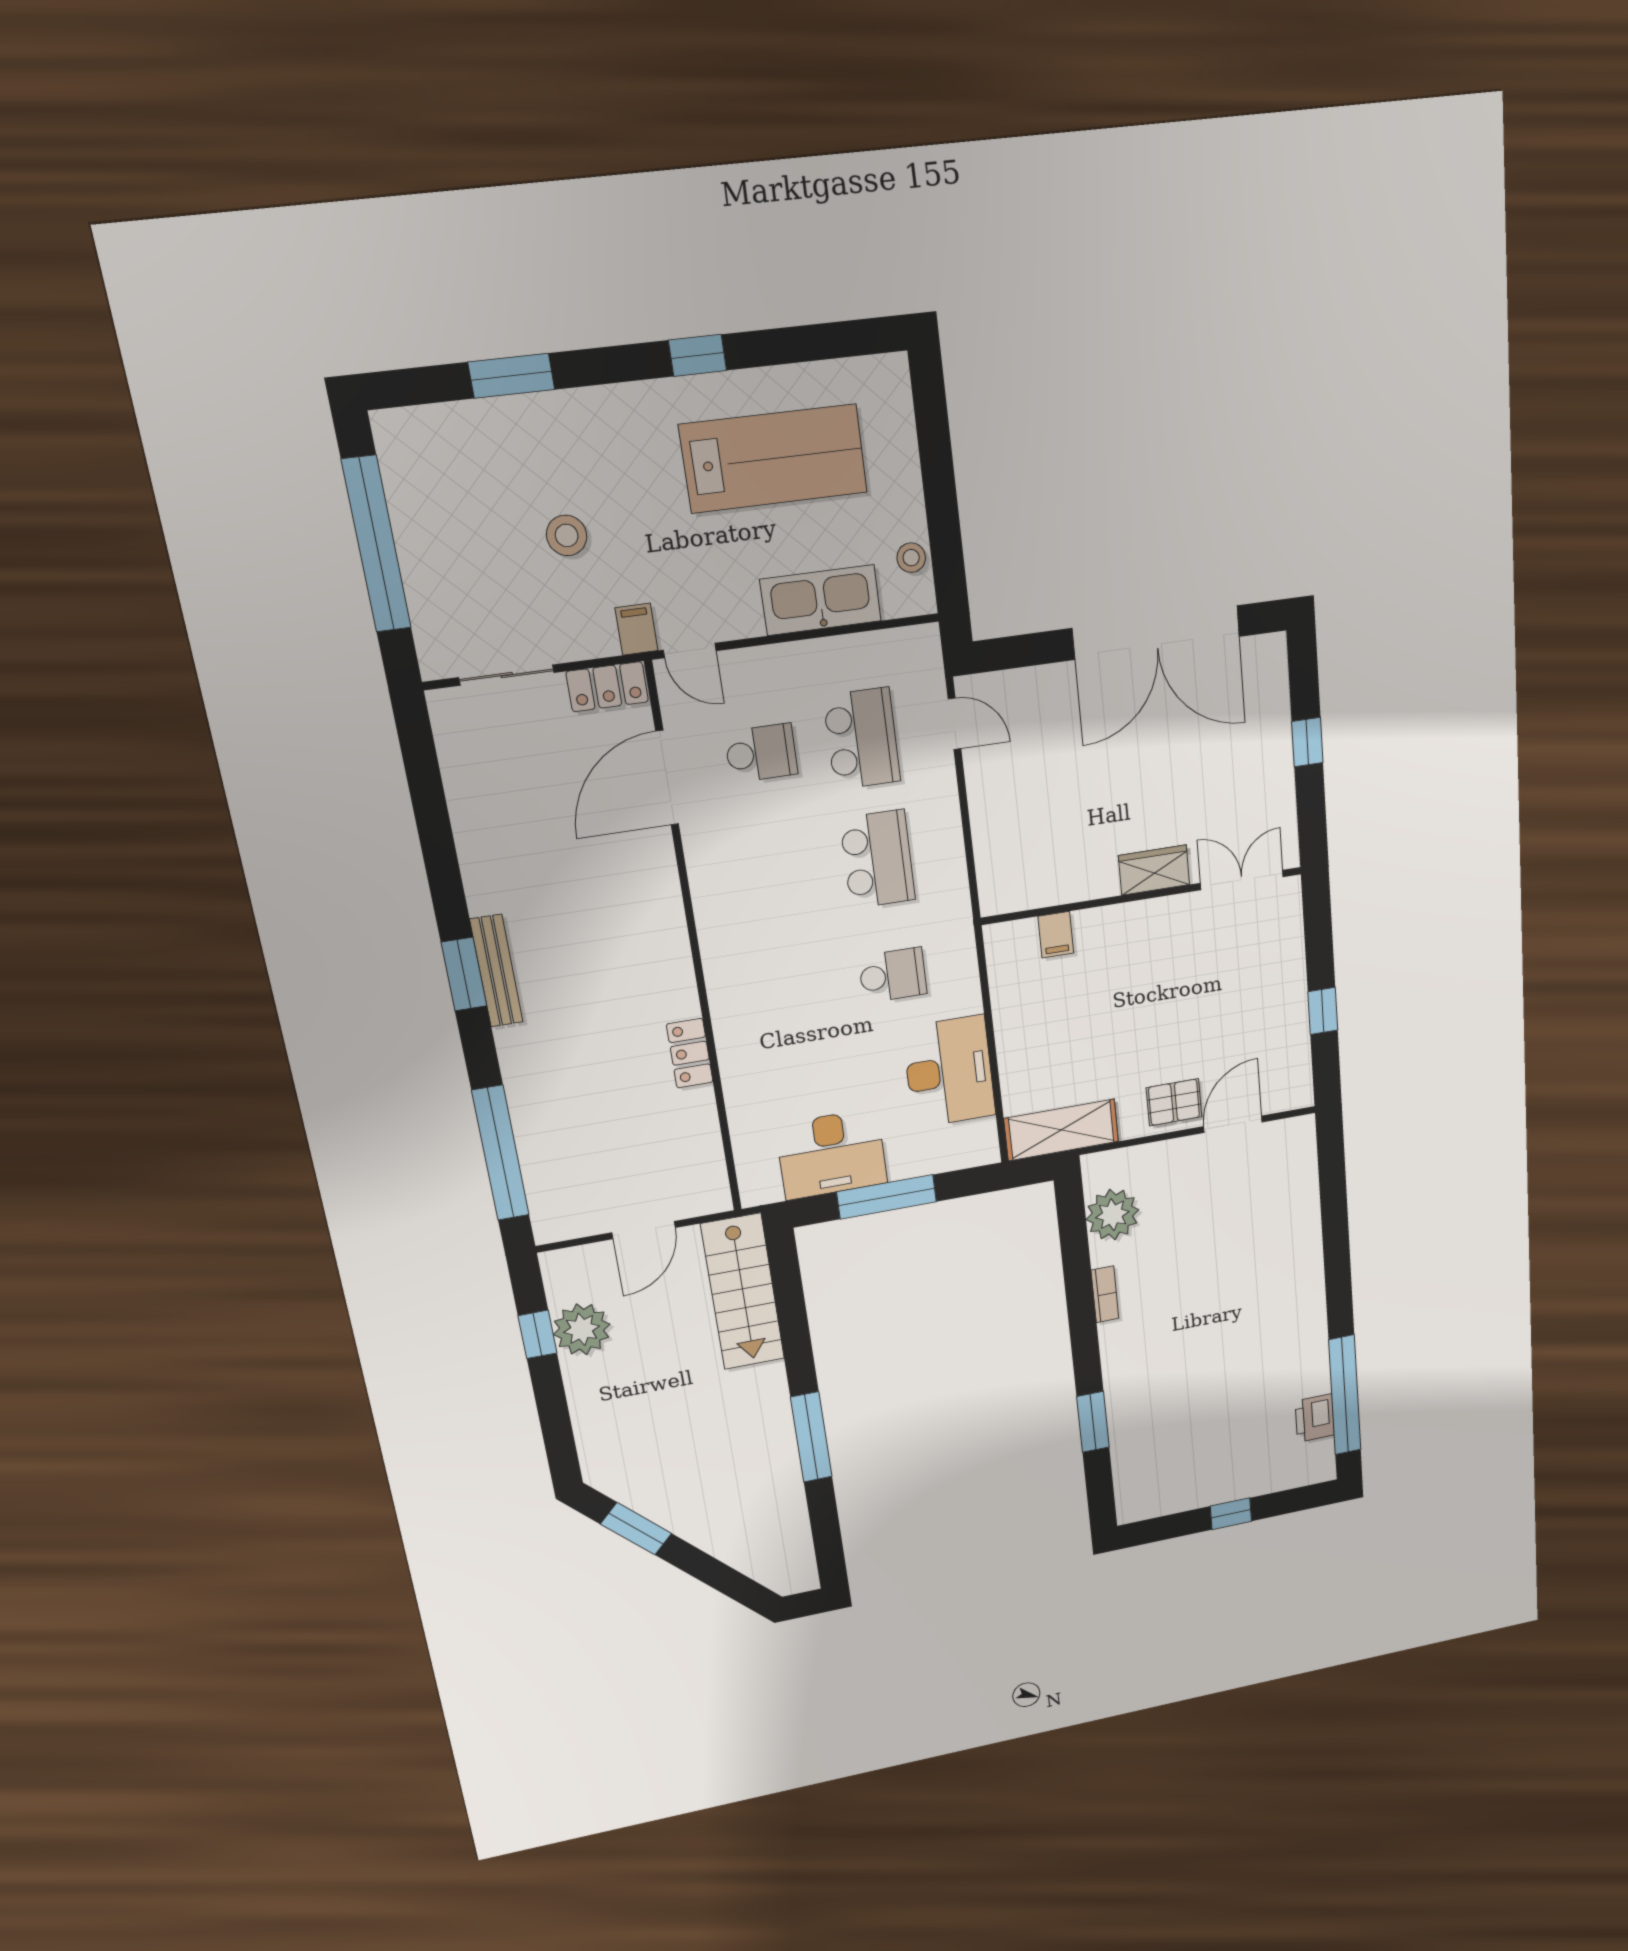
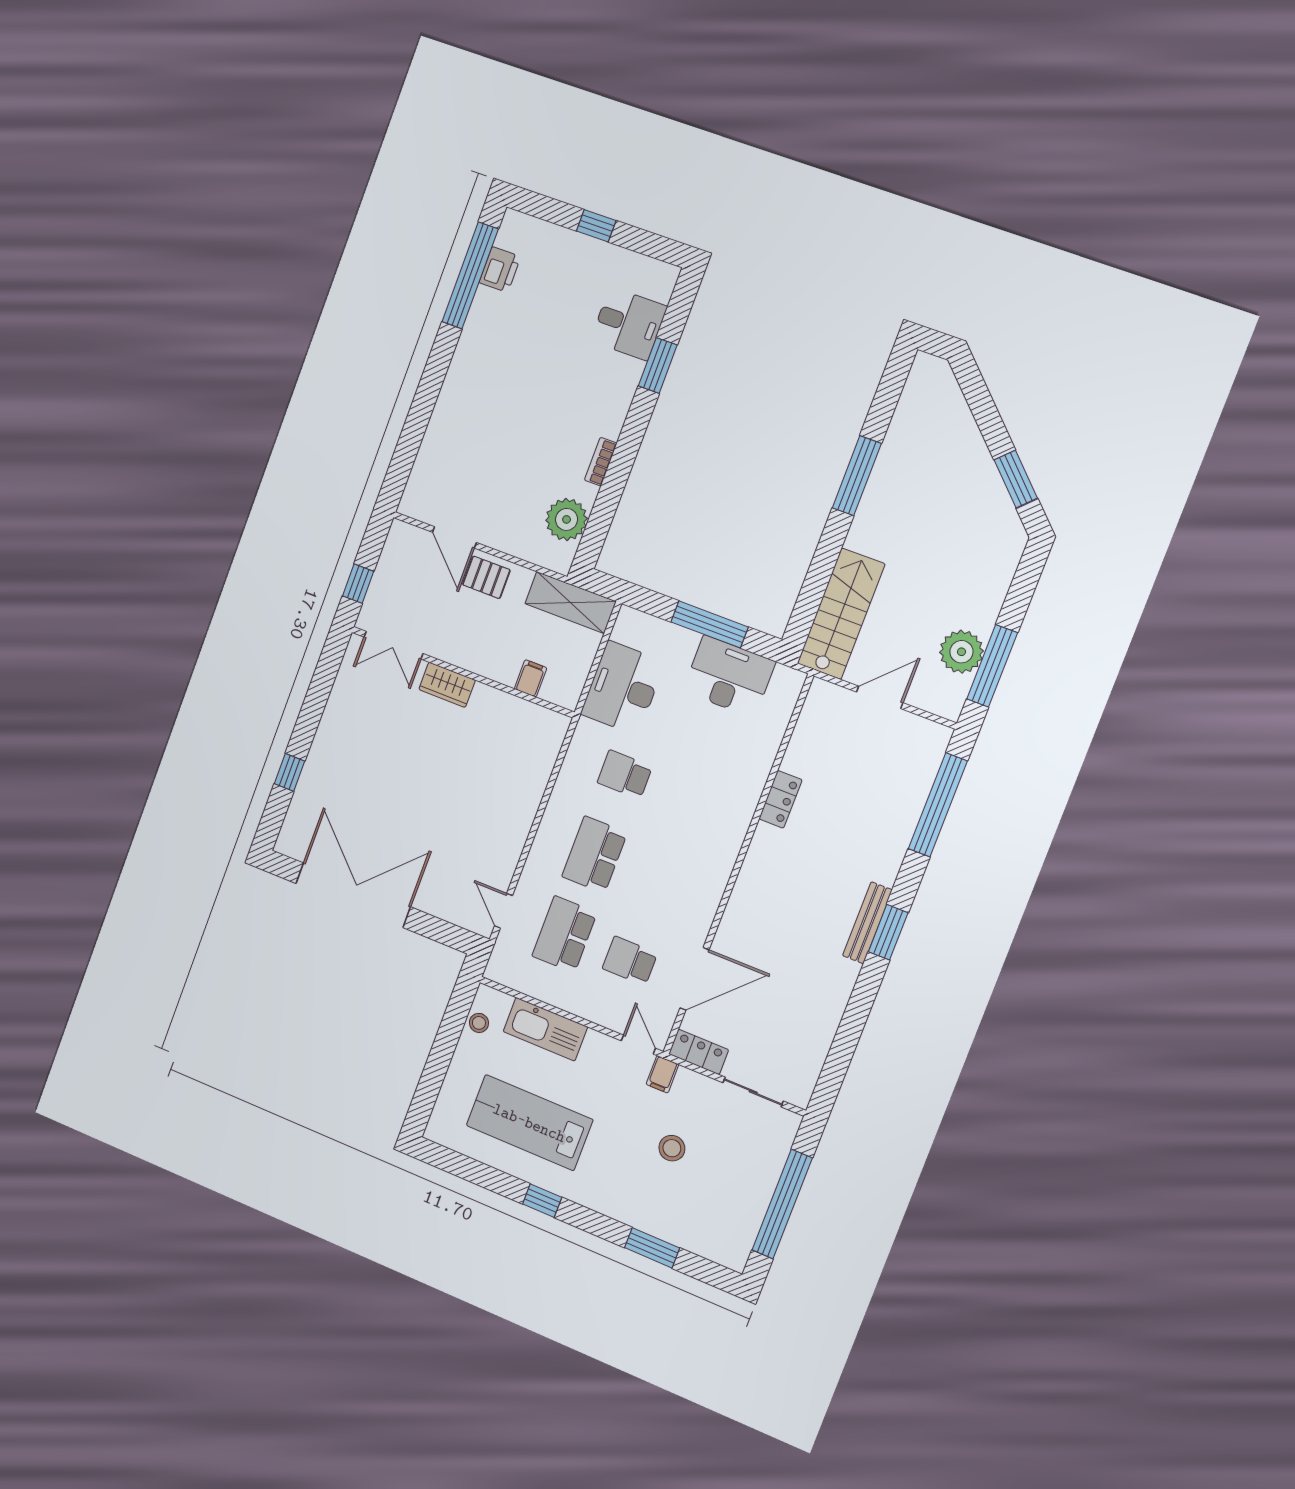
wardrobe: (1154, 870) -> (447, 685), moved
double door: (1242, 880) -> (393, 645), moved
wall: (1143, 896) -> (462, 672), moved
filing cabinet: (1056, 935) -> (531, 678), moved
door: (1233, 1124) -> (454, 537), hinge flipped
window: (537, 1334) -> (992, 666), width x2.17
desk: (1147, 1444) -> (629, 324), added

